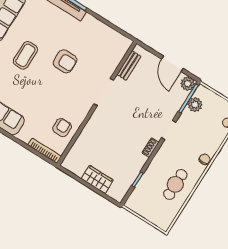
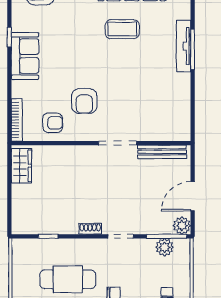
coffee table: (25, 55) -> (122, 29), moved
armchair: (65, 61) -> (84, 101), moved
bench: (129, 65) -> (162, 152), width x1.36
wardrobe: (97, 179) -> (21, 166), moved
cafe table: (175, 184) -> (68, 279), width x1.37, depth x1.35

